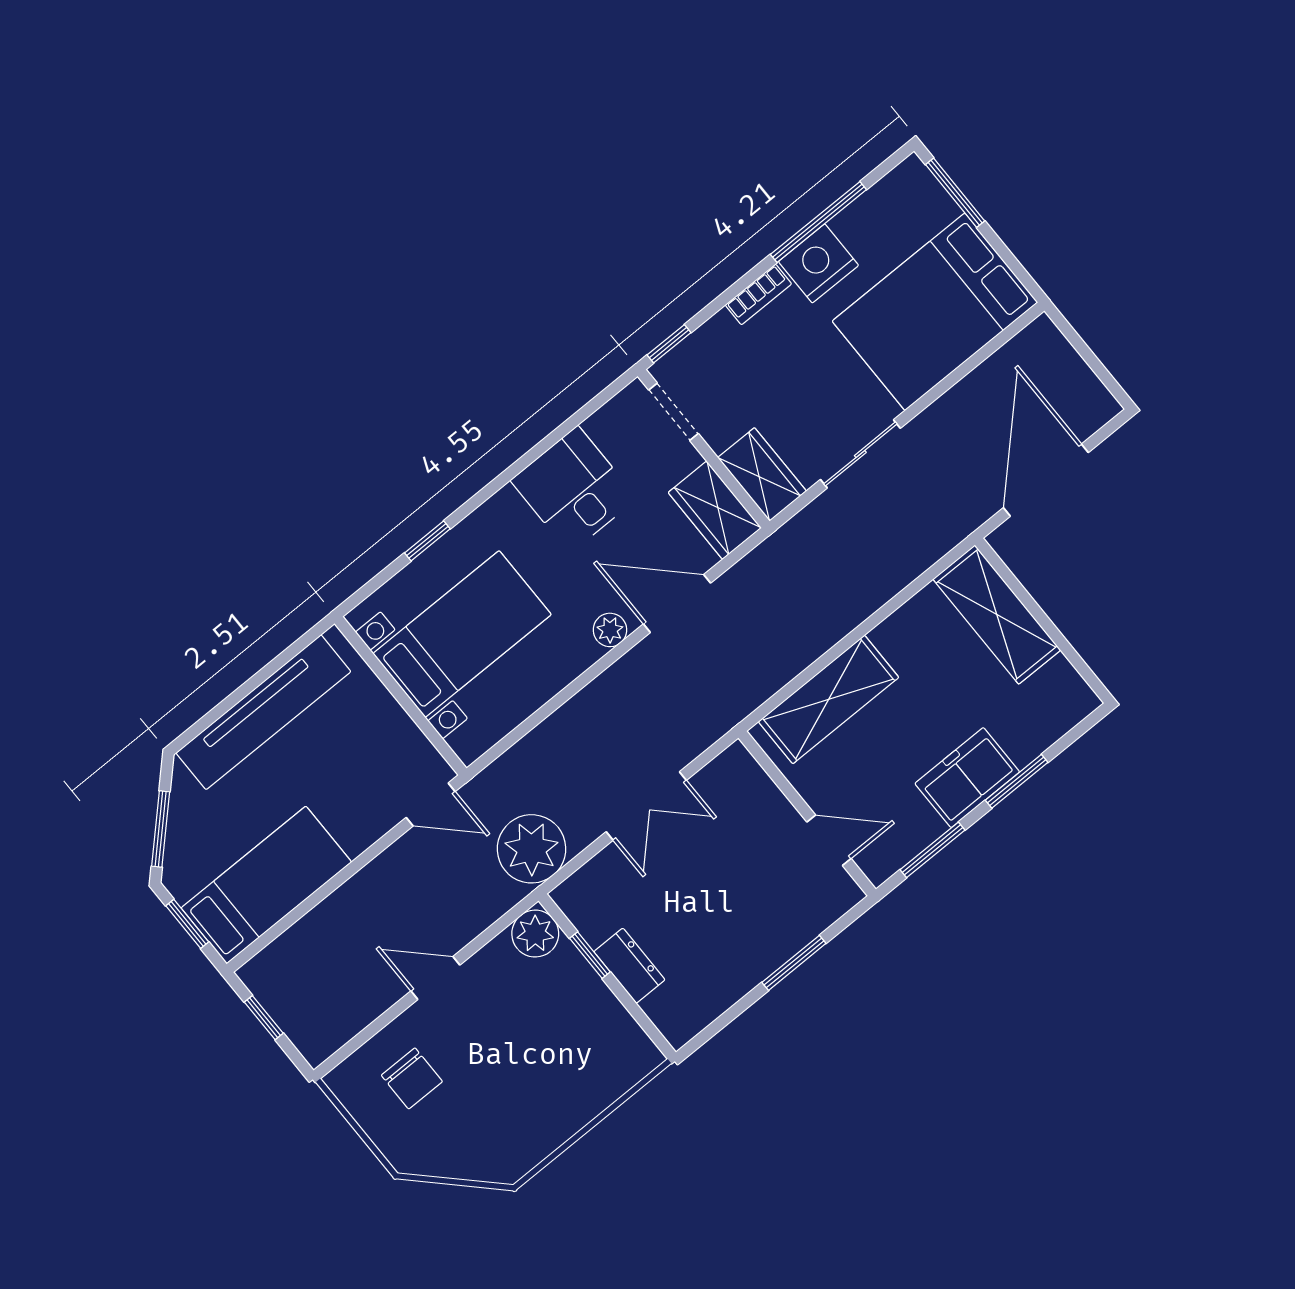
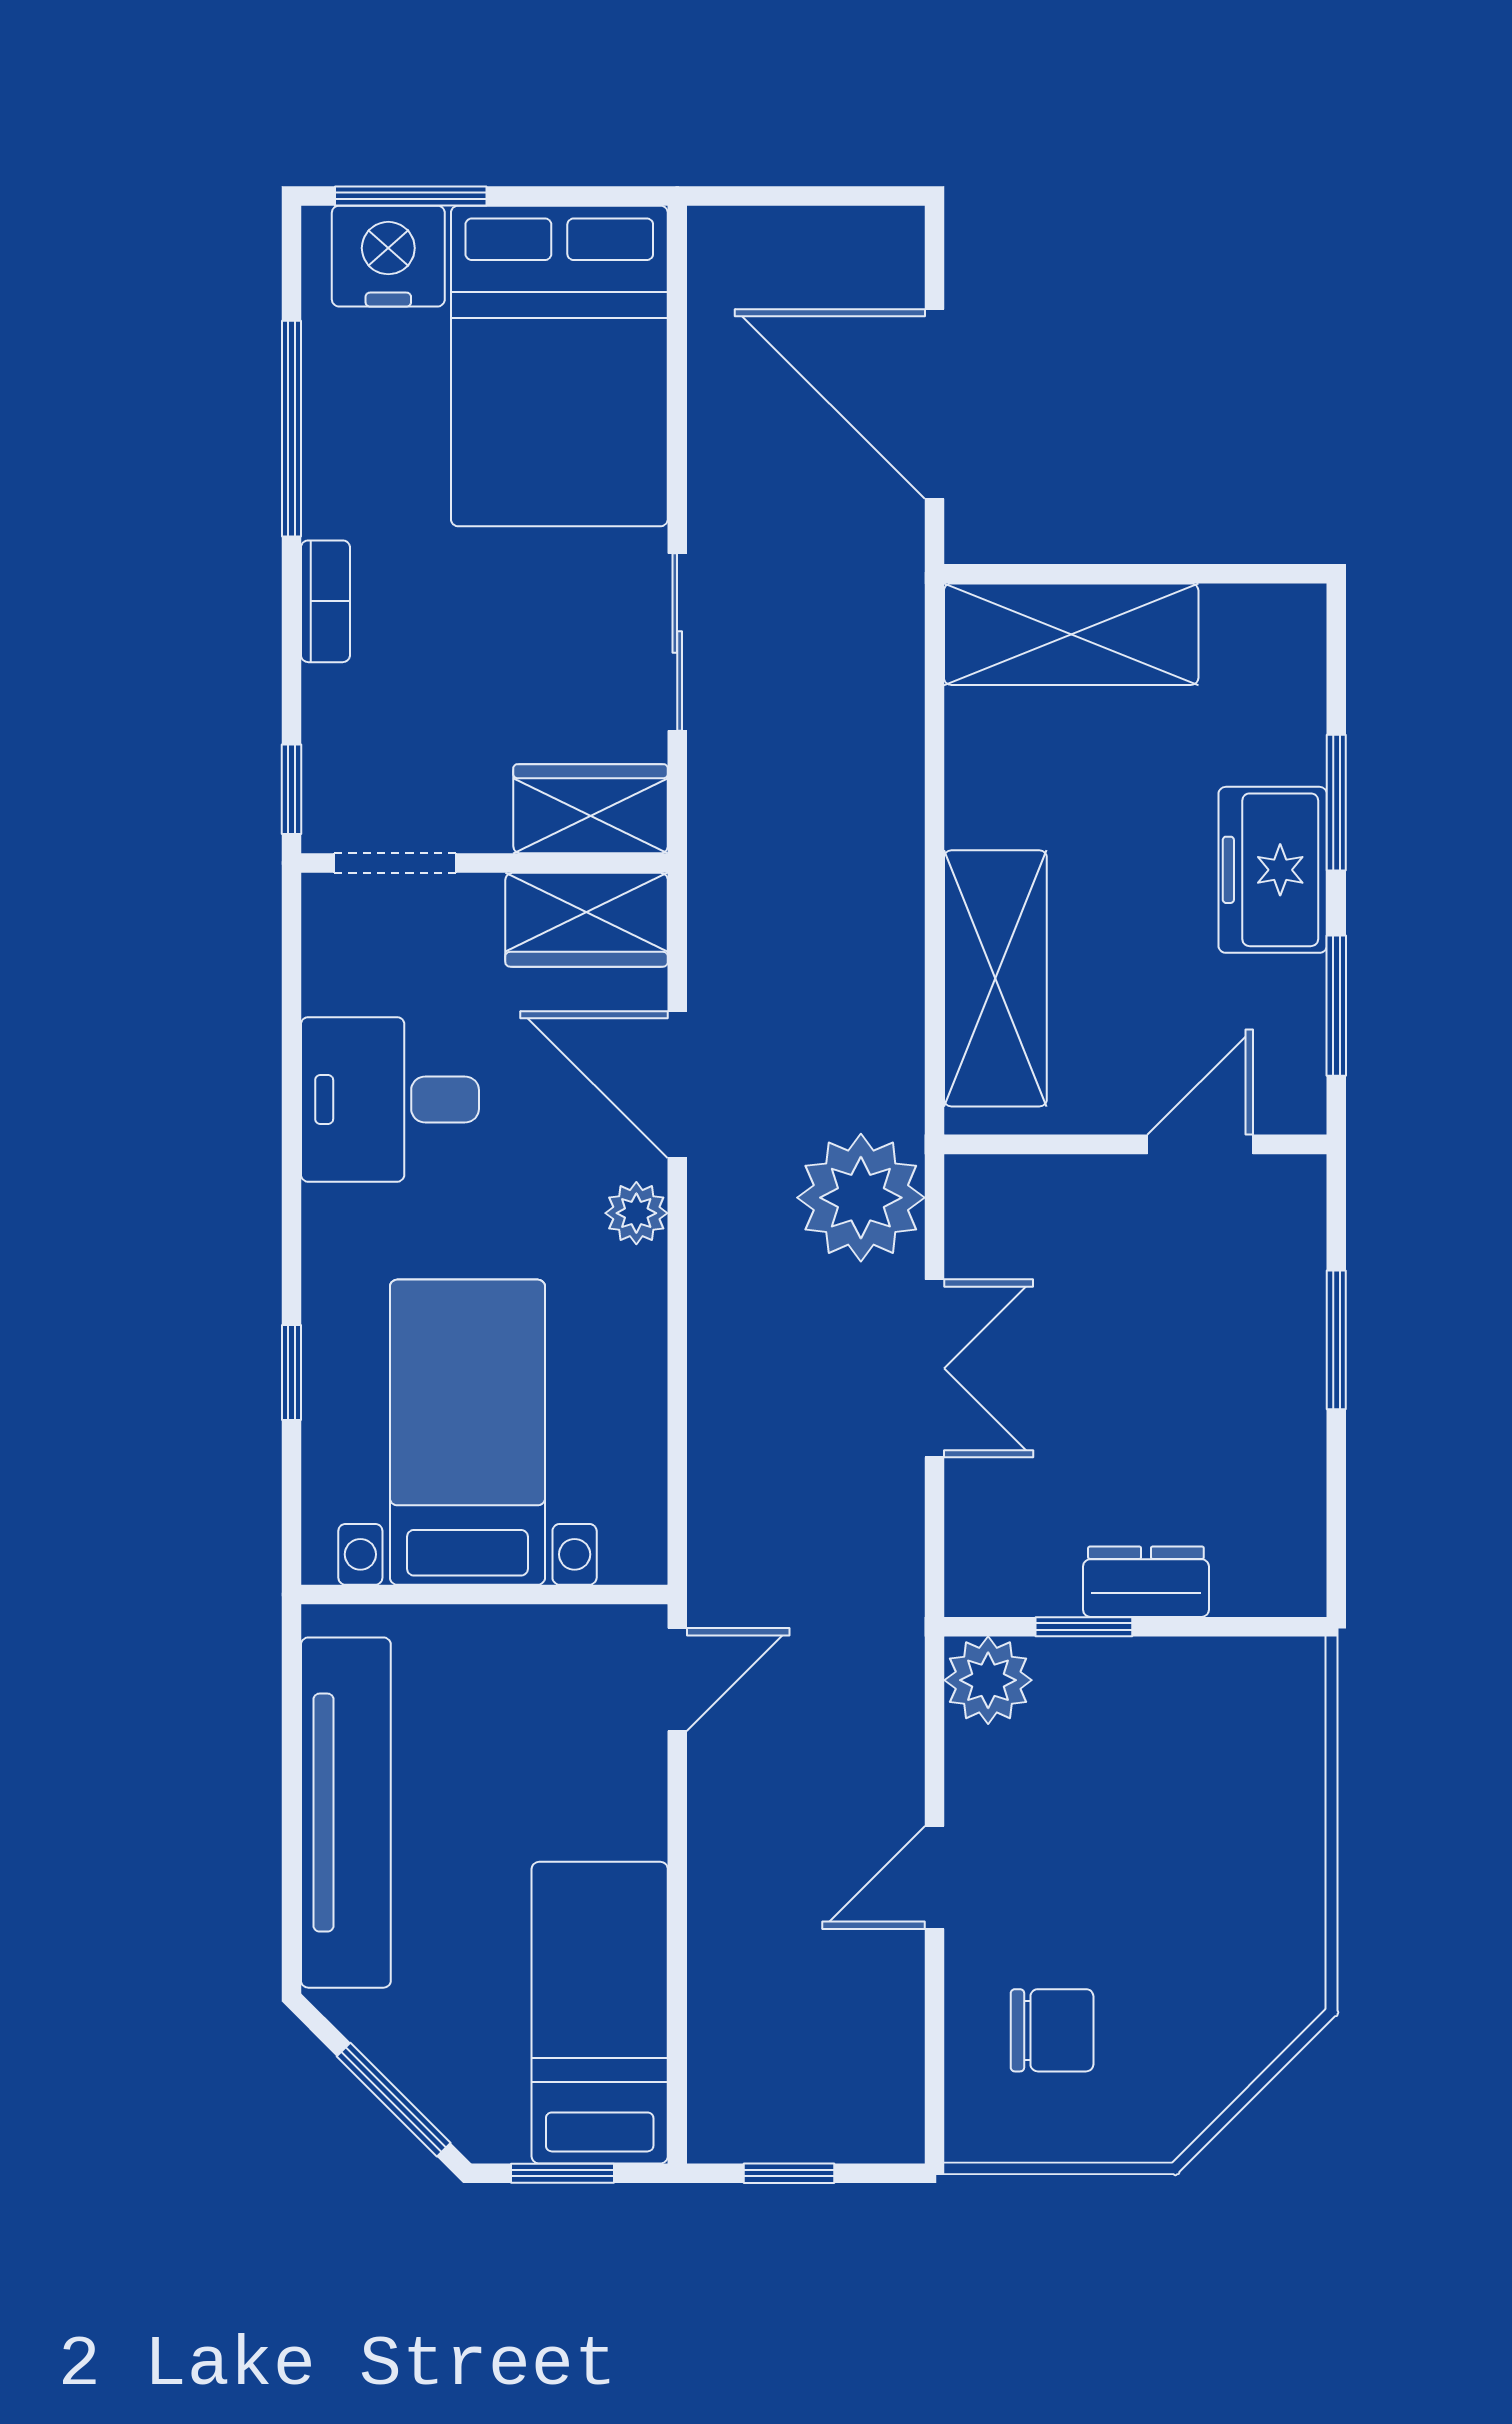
nightstand: (819, 263) -> (388, 256), moved, turned 90
door: (677, 604) -> (677, 1085), hinge flipped
plant: (532, 849) -> (861, 1198), moved

